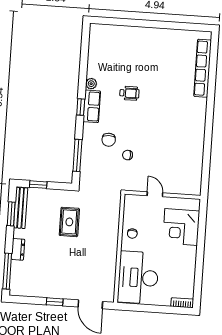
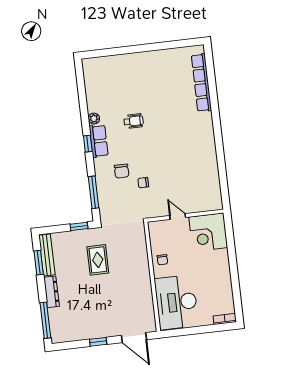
window: (38, 185) -> (79, 226), moved
corner desk: (181, 227) -> (208, 232), moved
dresser: (18, 249) -> (51, 292), width x1.44

